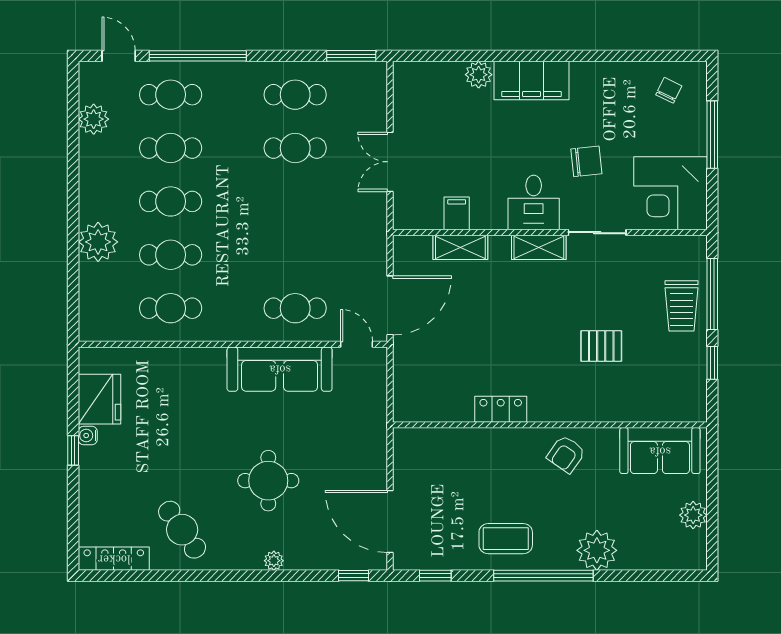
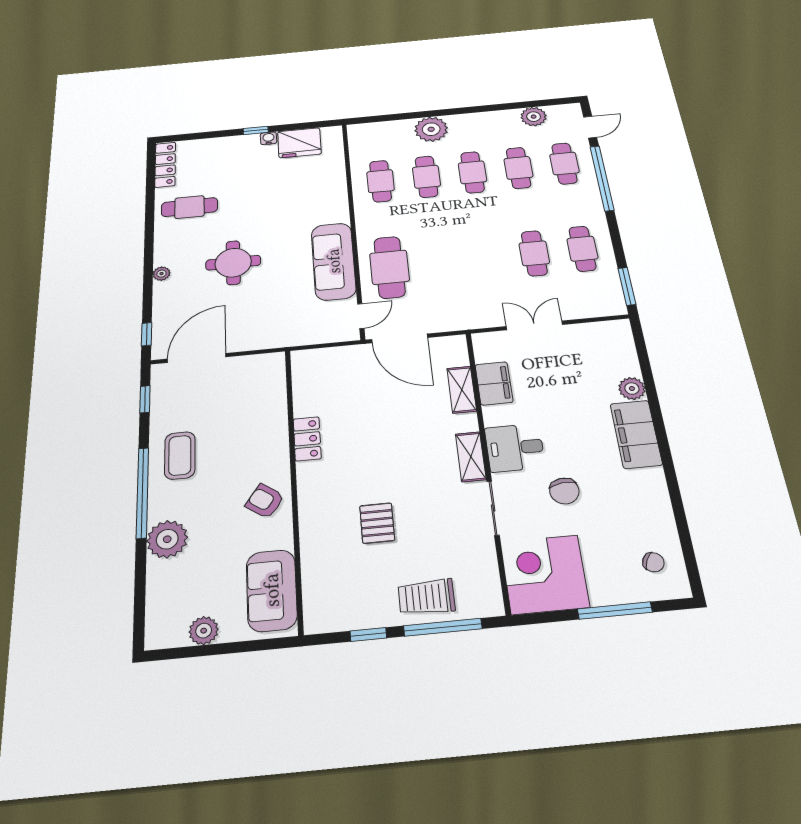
filing cabinet: (457, 213) -> (494, 383), width x2.00
cafe table: (295, 308) -> (390, 267), width x1.37, depth x1.35
cafe table: (182, 530) -> (190, 207), turned 35

